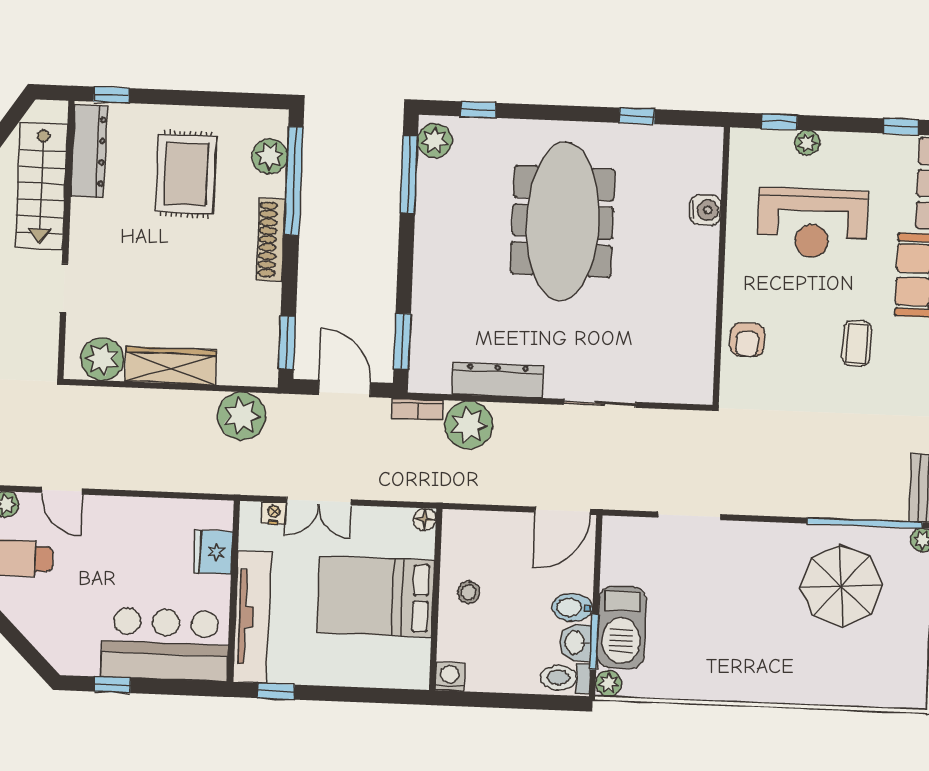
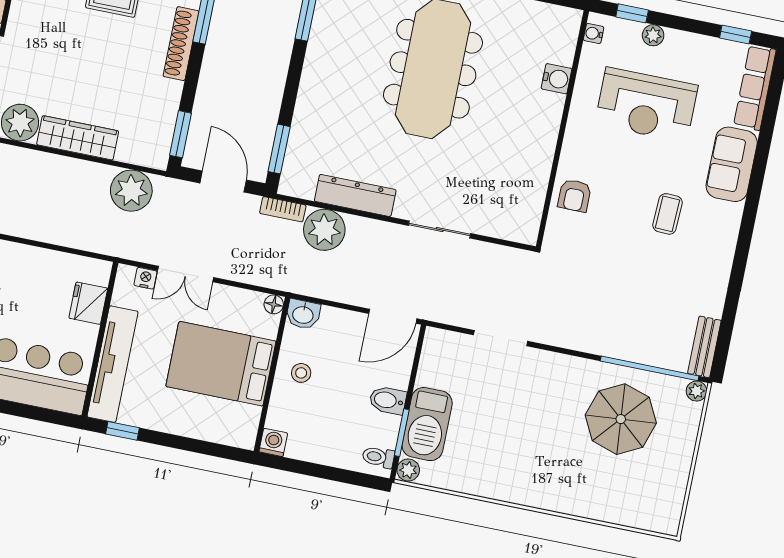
water cooler: (739, 152) -> (594, 34), added
washbasin: (576, 642) -> (303, 314), moved, turned -90
toilet: (565, 678) -> (378, 457), width x0.73, depth x0.72

